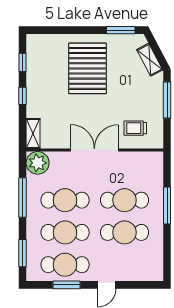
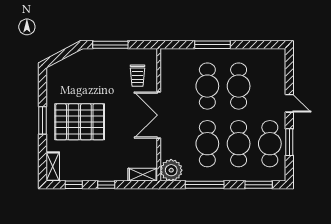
window: (121, 30) -> (43, 120), moved
shelving: (150, 60) -> (53, 167), moved, turned -62

